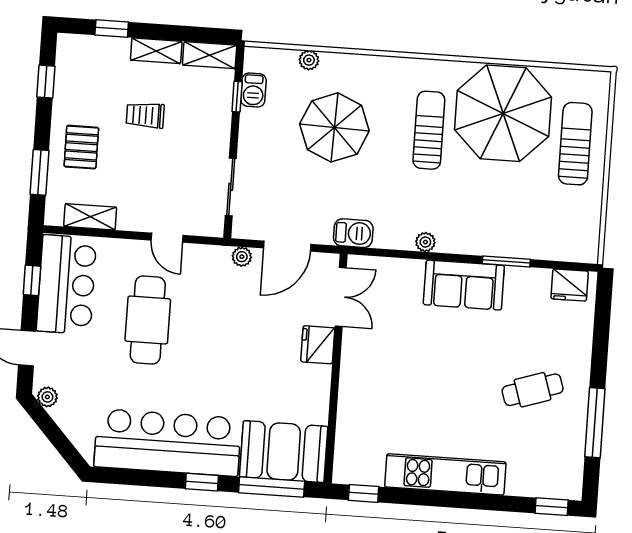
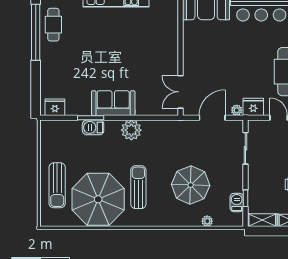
sun lounger: (429, 130) -> (138, 187), turned 180
barbecue: (353, 233) -> (93, 127), moved
plant: (425, 242) -> (131, 130), width x1.88, depth x1.88
fridge: (318, 345) -> (253, 107), moved, turned -90
cafe table: (533, 390) -> (53, 25), moved, turned -72
window: (595, 423) -> (36, 32), width x1.46

